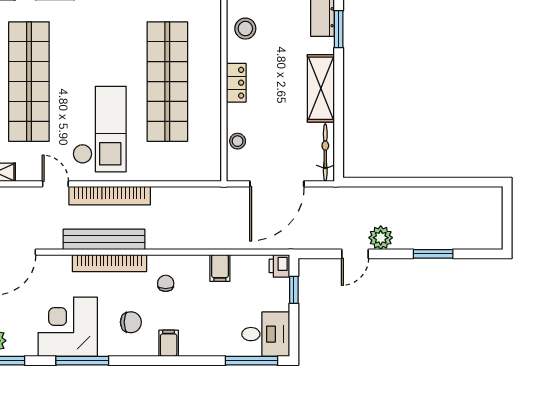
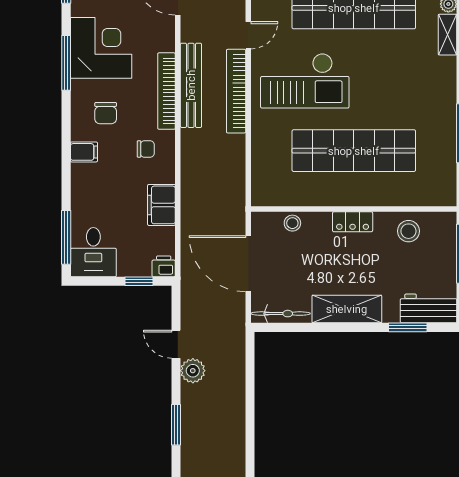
filing cabinet: (220, 268) -> (161, 205), width x2.00

